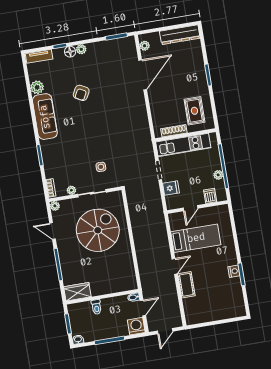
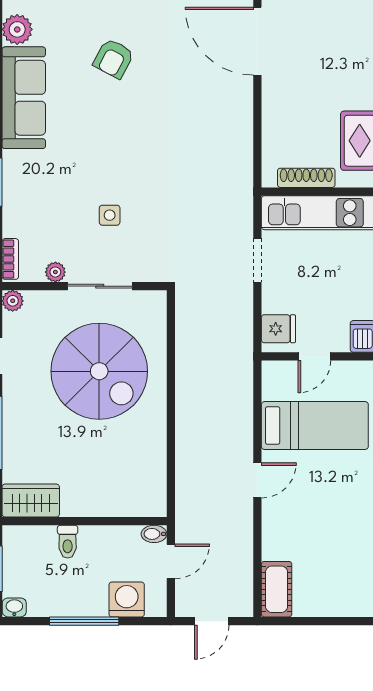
door: (143, 75) -> (257, 41), swing flipped
side table: (101, 167) -> (110, 215), moved
fridge: (171, 188) -> (278, 329), moved
spiral stairs: (98, 230) -> (99, 371), turned 90
cot: (186, 285) -> (277, 589), moved
washing machine: (136, 326) -> (127, 599), moved

